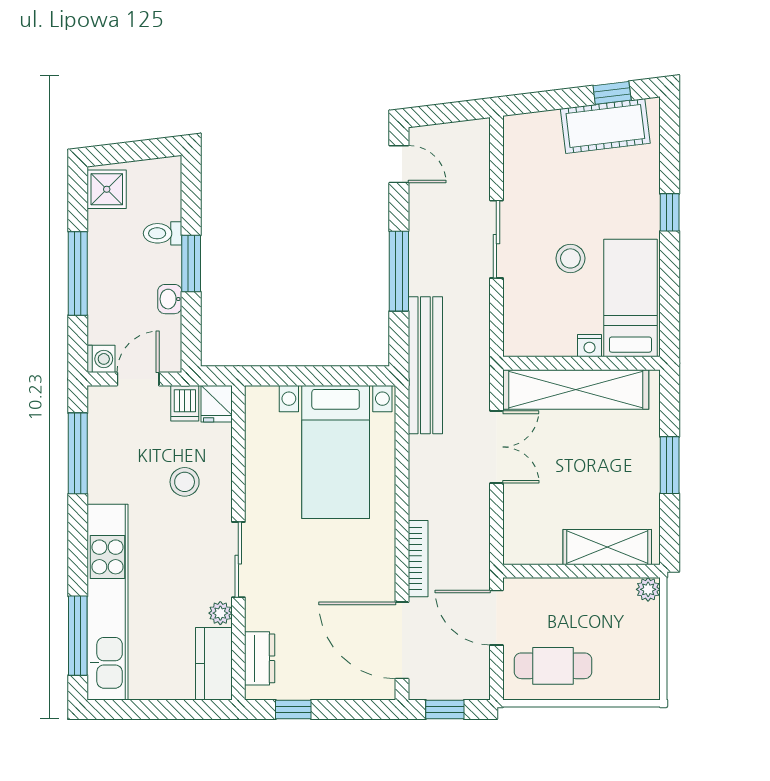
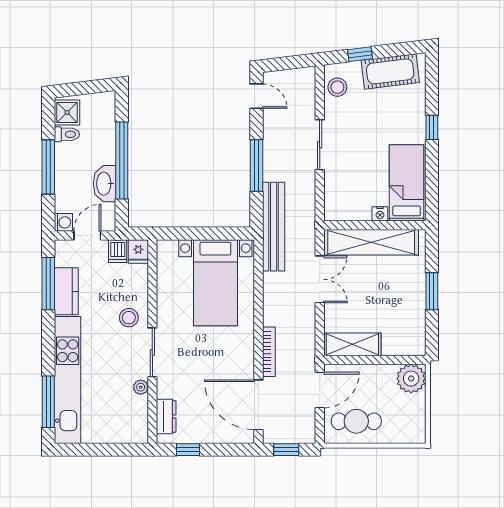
window: (612, 93) -> (360, 54), moved
toilet: (163, 233) -> (67, 134), moved, turned 180
stool: (570, 258) -> (337, 87), moved
window: (191, 263) -> (122, 161), width x2.11
washbasin: (170, 299) -> (104, 184), width x1.91, depth x1.45
stool: (185, 482) -> (129, 318), moved
shelving: (607, 547) -> (352, 344), moved
plant: (648, 589) -> (411, 379), width x1.88, depth x1.88
door: (496, 618) -> (320, 390), swing flipped
kitchen counter: (214, 664) -> (66, 291), moved, turned 180

